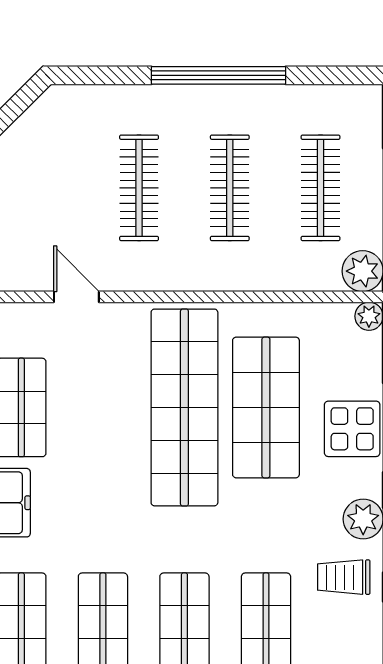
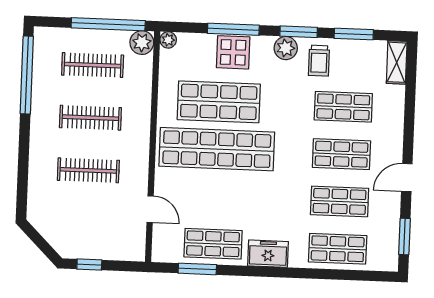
window: (218, 75) -> (27, 75), moved
door: (76, 297) -> (150, 209), swing flipped

